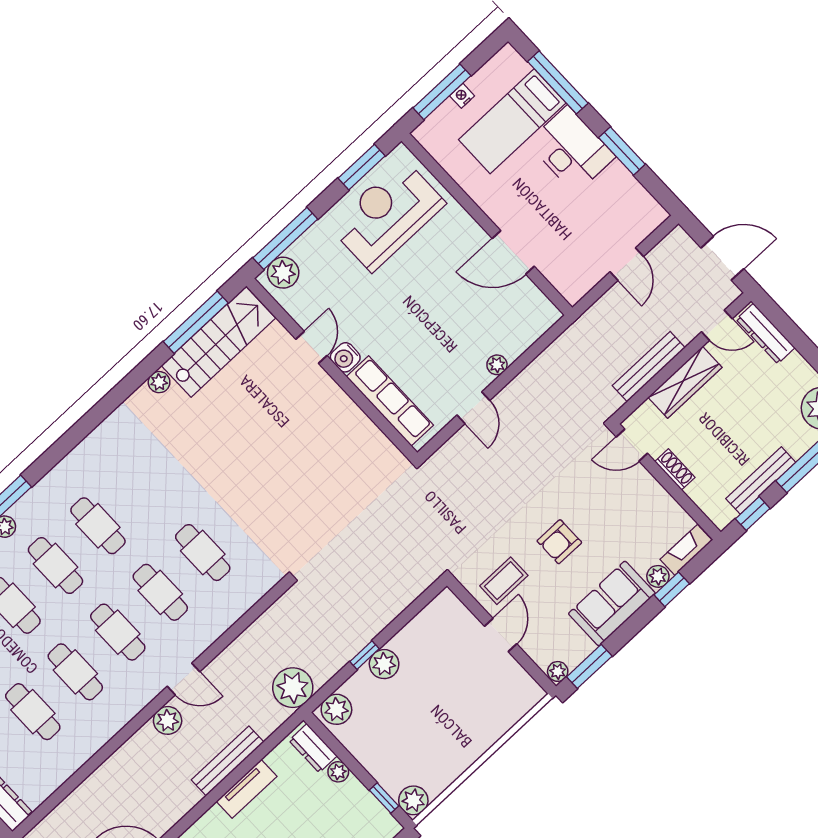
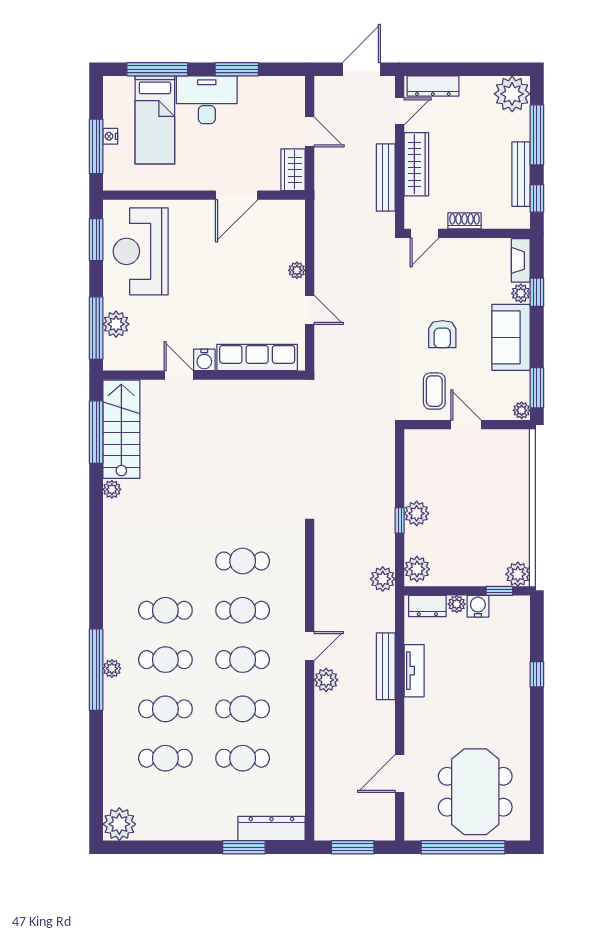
plant: (283, 273) -> (116, 324), moved
wardrobe: (581, 280) -> (293, 170), added
plant: (293, 688) -> (383, 579), width x0.73, depth x0.73
water cooler: (354, 792) -> (478, 606), added

